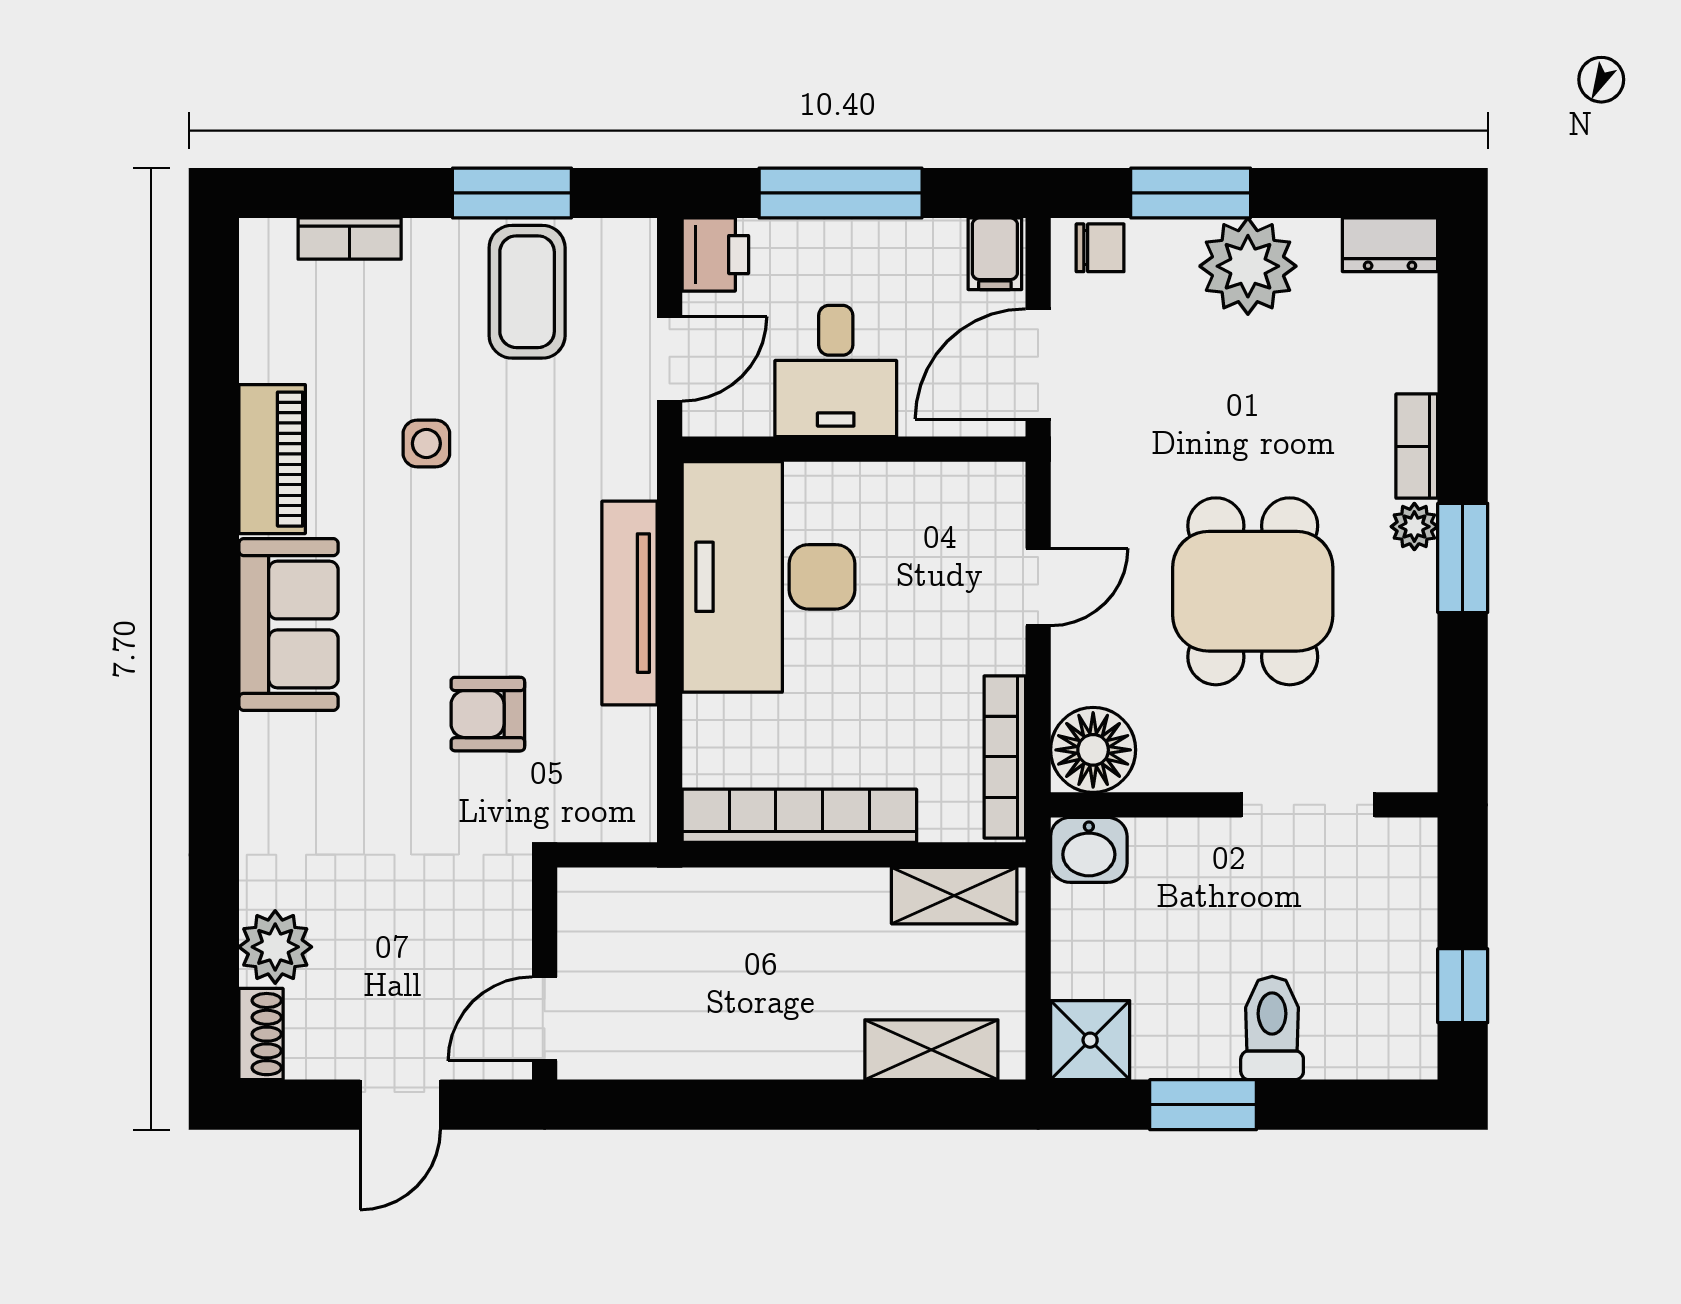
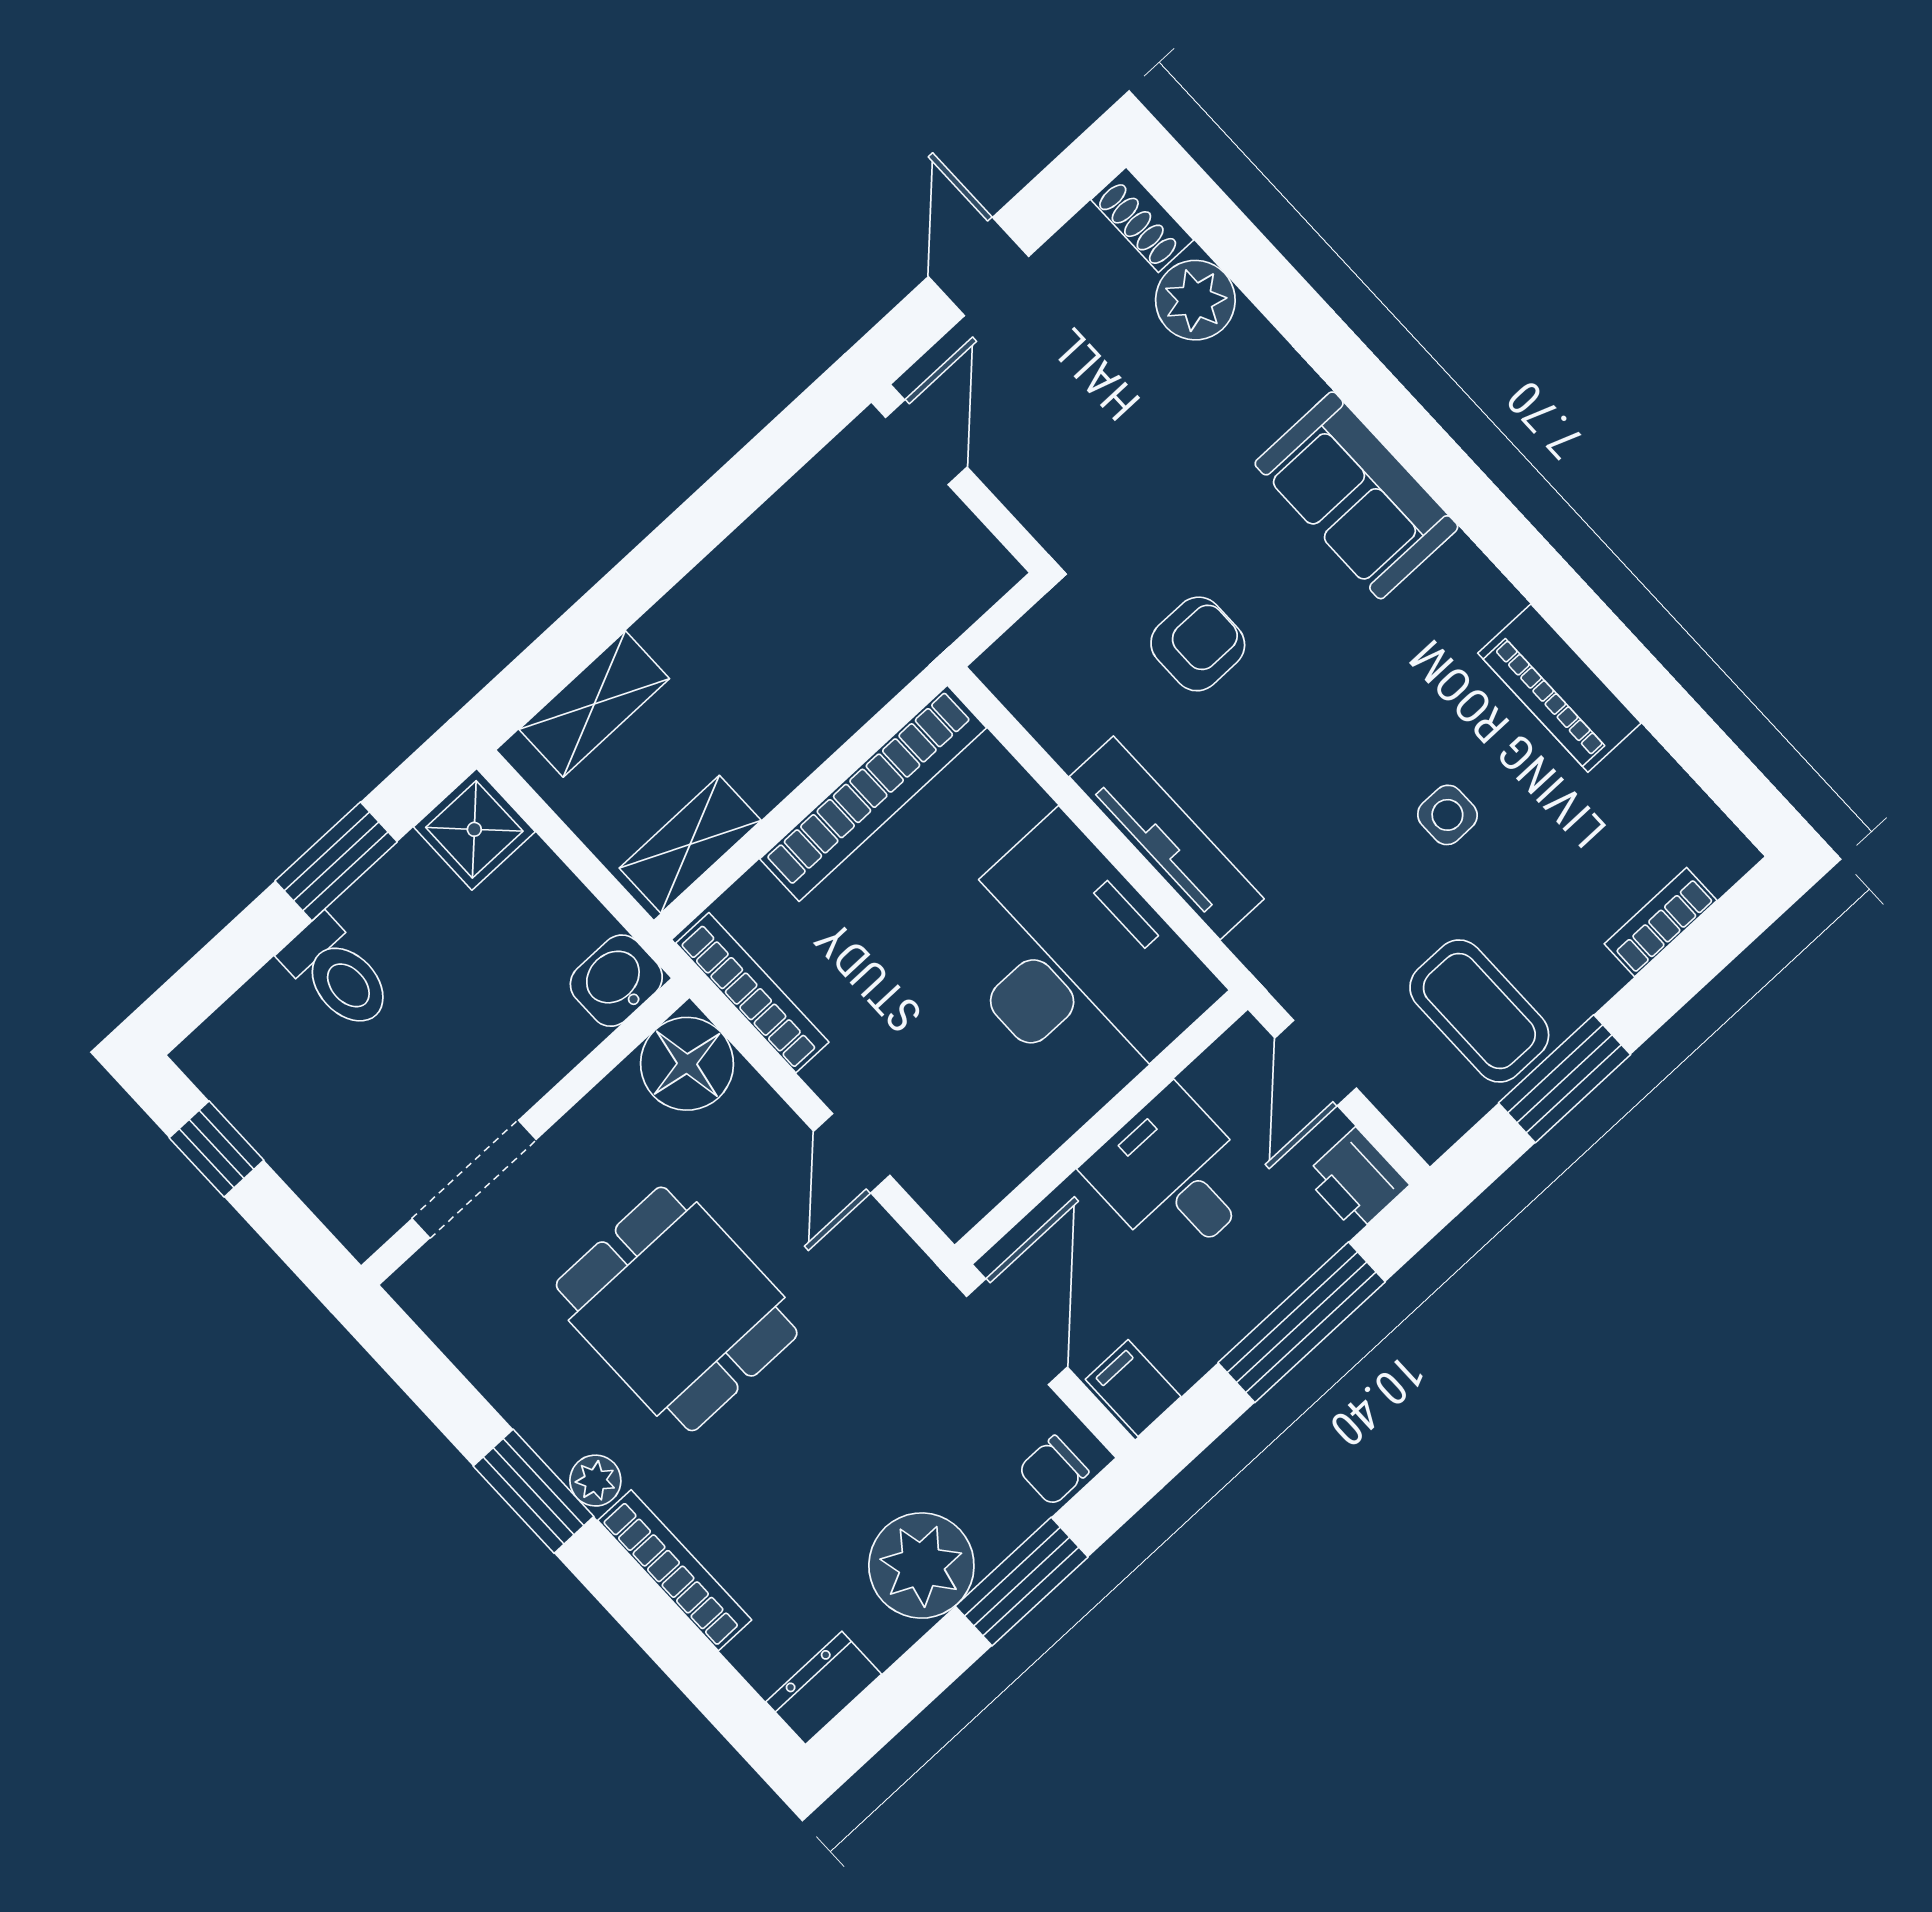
bookcase: (1417, 446) -> (675, 1570), width x1.56
sofa: (288, 624) -> (1356, 495), moved

